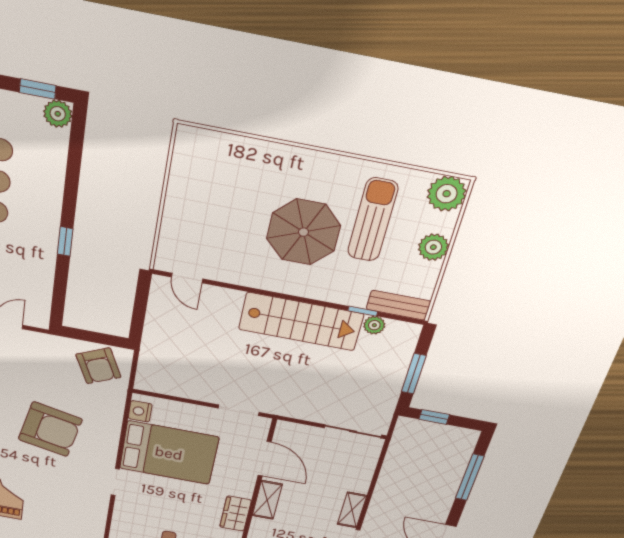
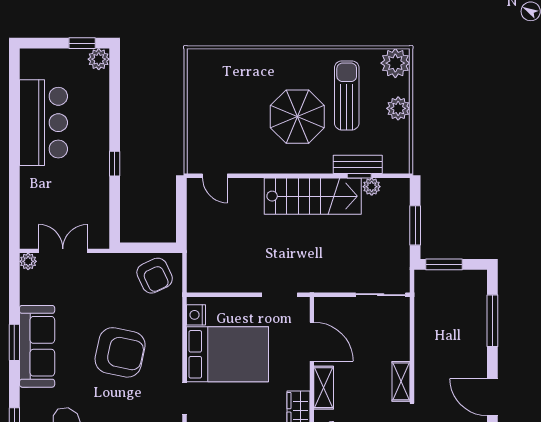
bench: (398, 305) -> (358, 164), moved
window: (434, 417) -> (444, 264), width x1.50

